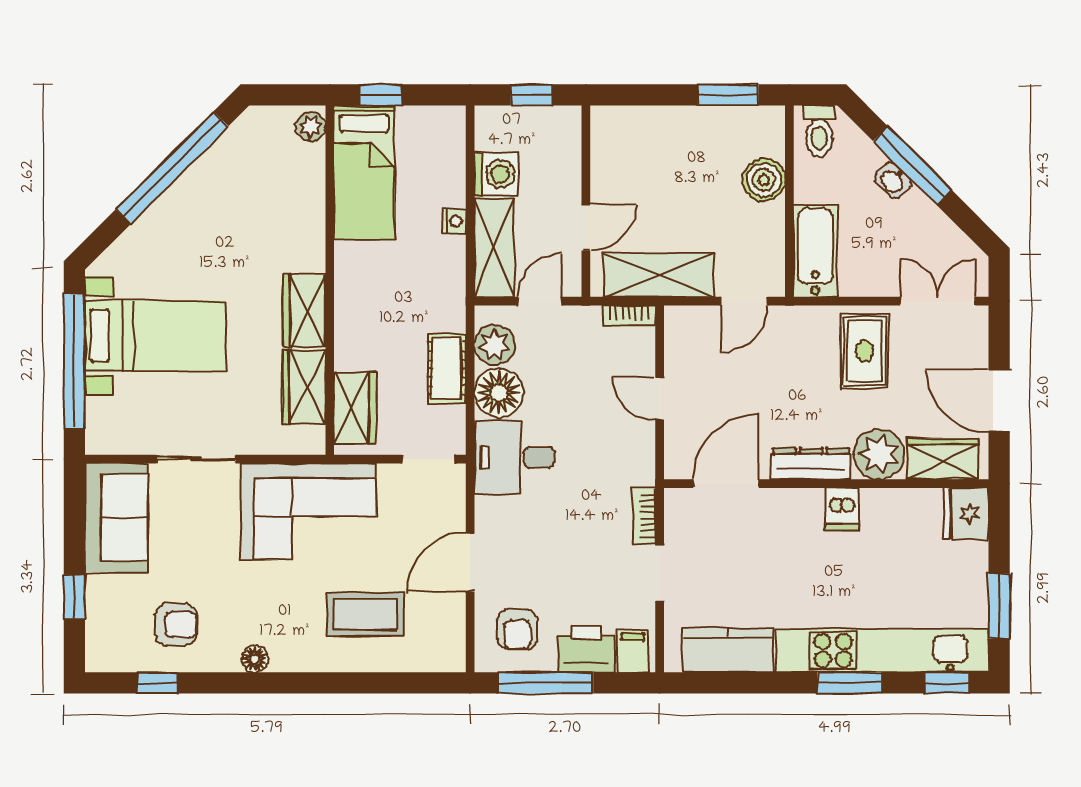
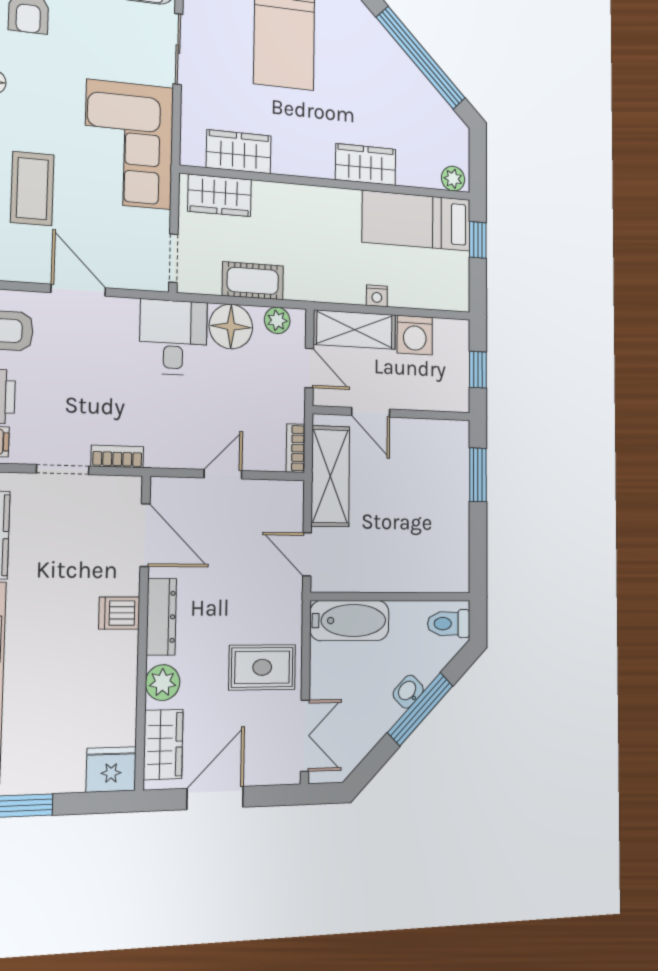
window: (728, 95) -> (478, 475), moved
boiler: (764, 180) -> (409, 574), removed
wardrobe: (304, 311) -> (366, 165), moved
plant: (495, 345) -> (277, 320), width x0.73, depth x0.73
plant: (879, 454) -> (163, 683), width x0.73, depth x0.73
dishwasher: (842, 509) -> (119, 613), moved

